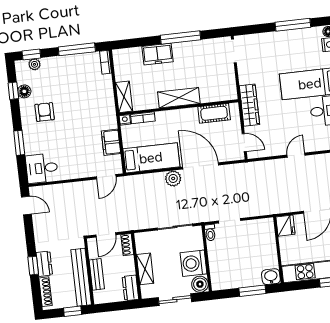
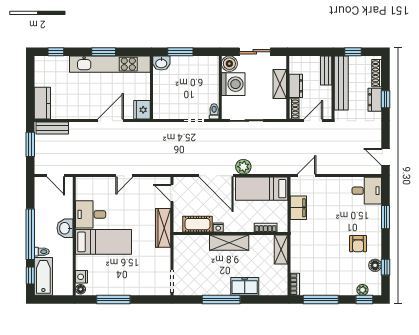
nightstand: (125, 120) -> (218, 227), moved
bench: (97, 274) -> (326, 70), moved
dresser: (130, 288) -> (296, 86), moved

